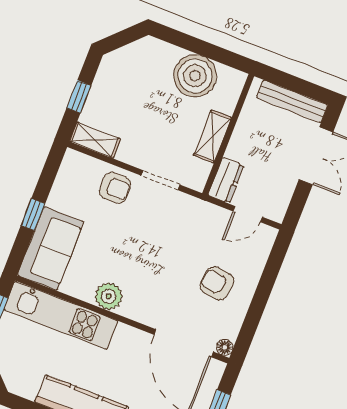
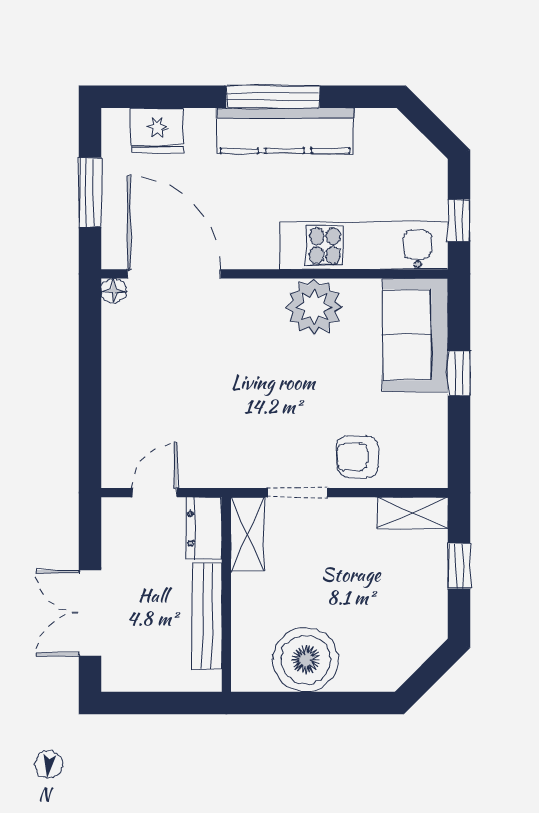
bench: (292, 101) -> (207, 616), moved, turned 90
shelving: (213, 136) -> (248, 534), moved
armchair: (217, 283) -> (160, 377), removed
plant: (109, 296) -> (314, 307), width x1.36, depth x1.36

